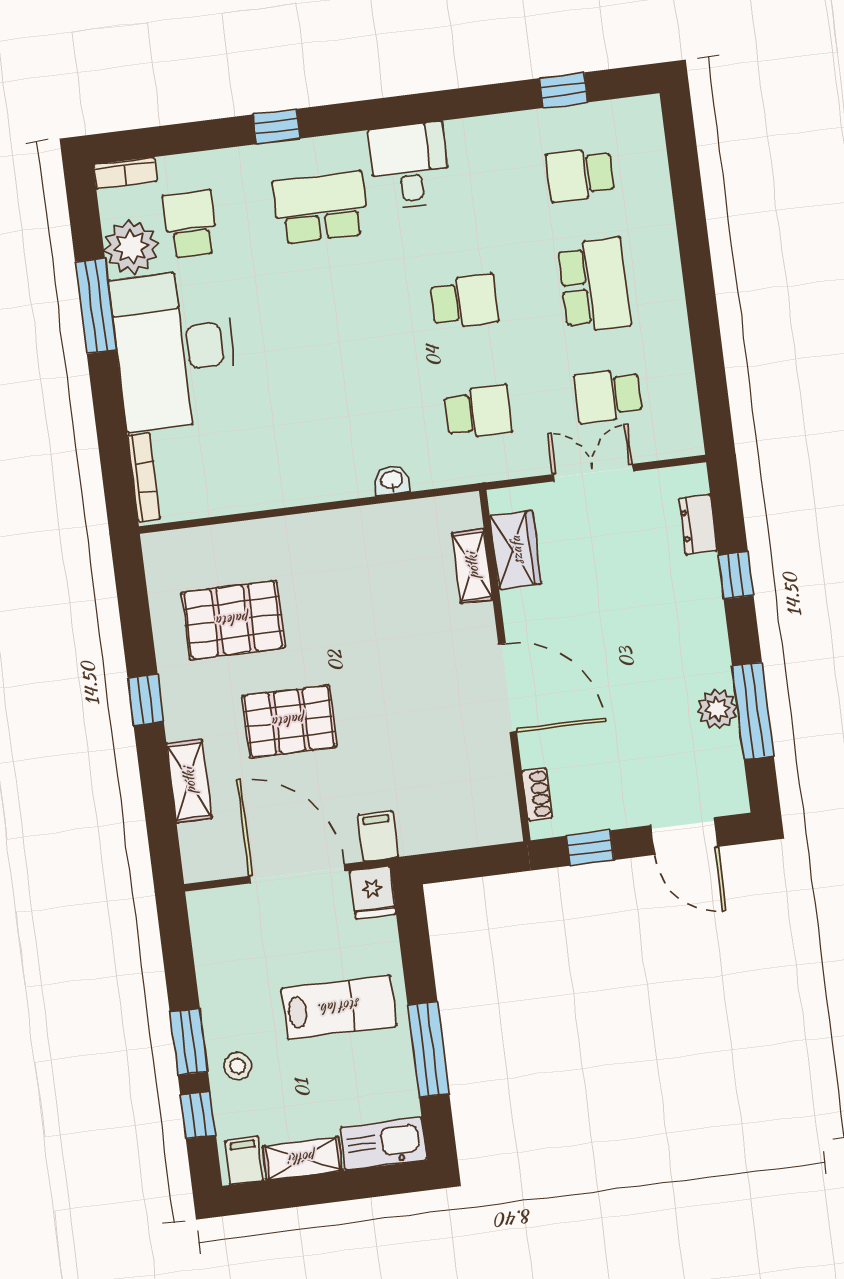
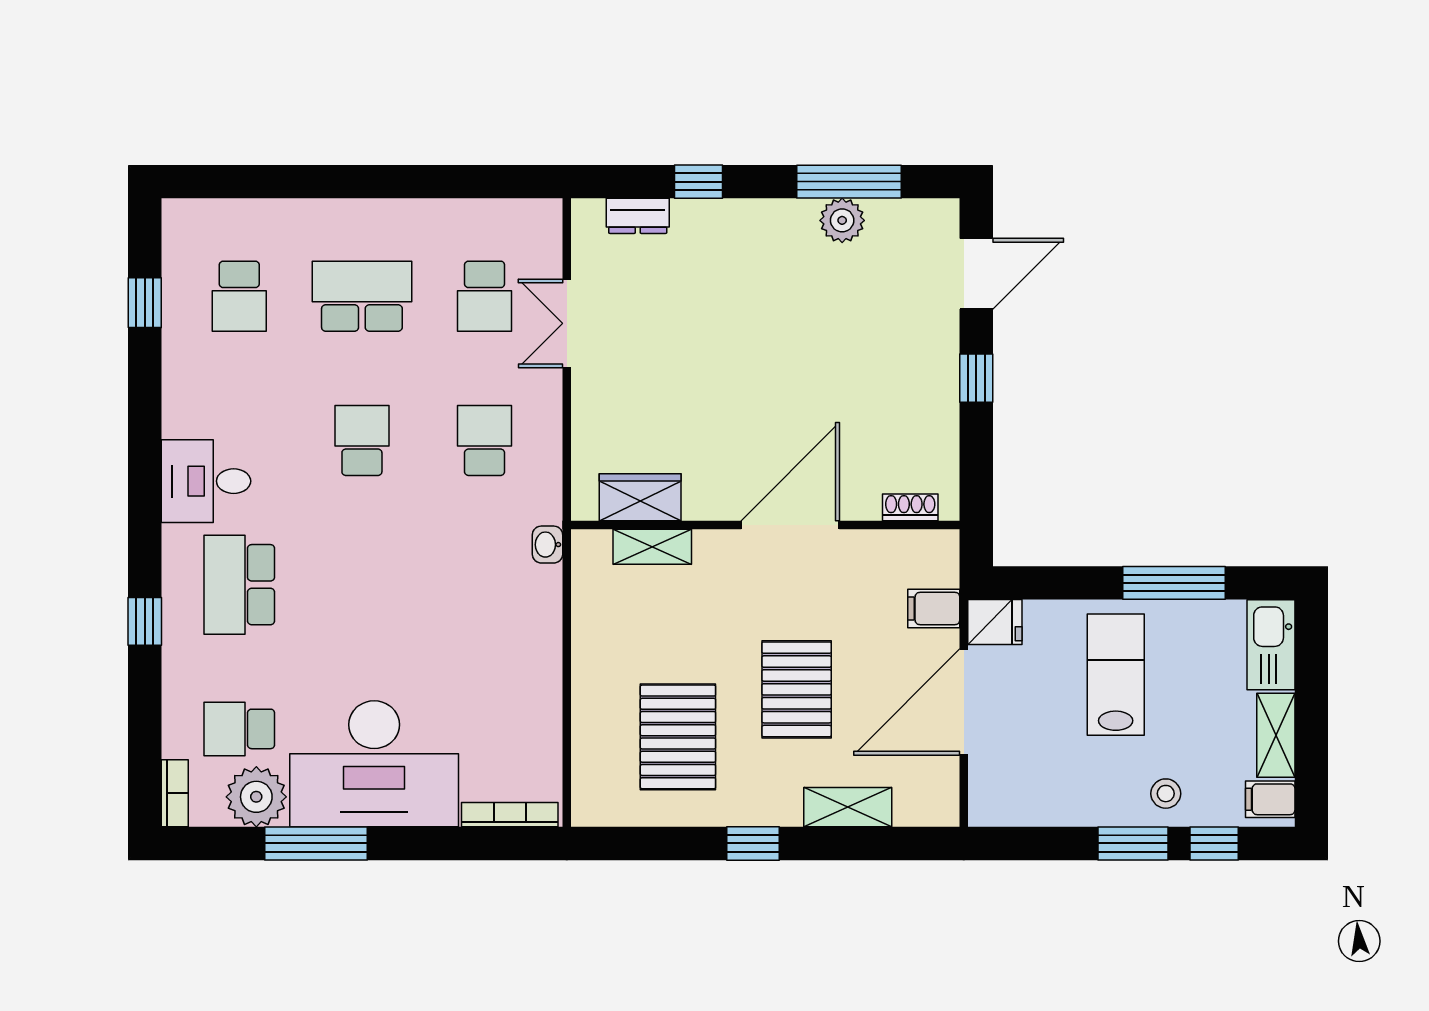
wardrobe: (516, 550) -> (640, 497), moved
shelving: (472, 566) -> (652, 547), moved
wall: (505, 666) -> (765, 525), moved
door: (508, 688) -> (790, 525), moved
shoe rack: (537, 794) -> (910, 507), moved

